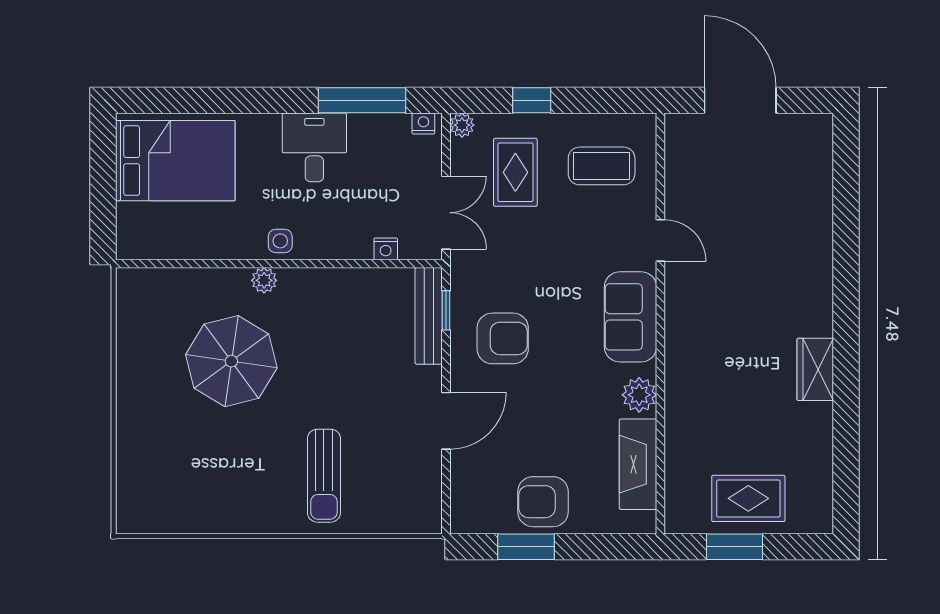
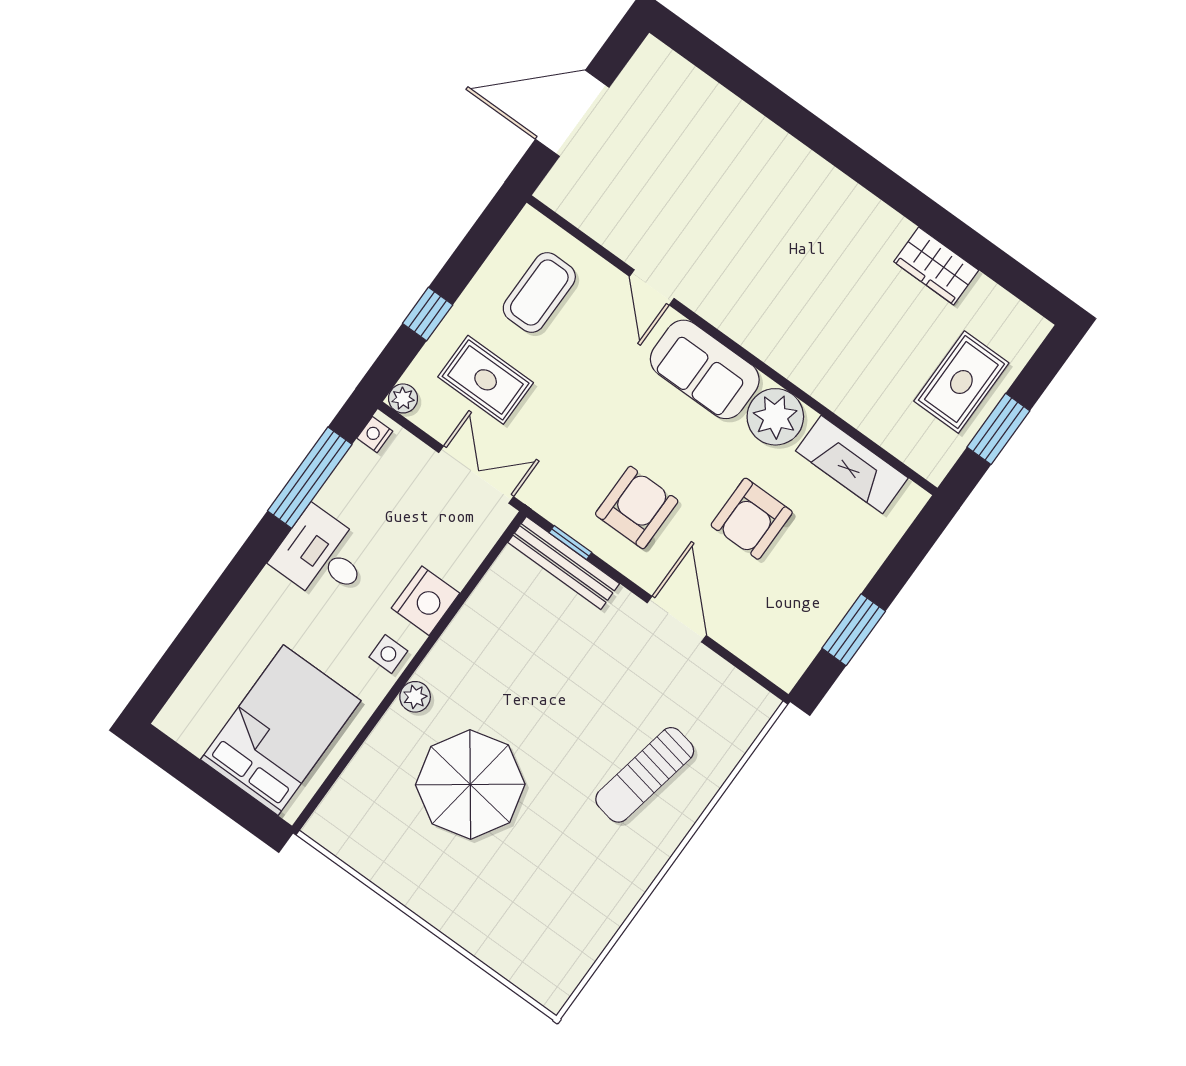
bed: (175, 161) -> (281, 730), moved
door: (660, 240) -> (652, 287), swing flipped
nightstand: (386, 249) -> (426, 601), moved, width x1.89, depth x1.79
wardrobe: (815, 369) -> (936, 266), moved
plant: (639, 395) -> (775, 417), width x1.36, depth x1.36
sun lounger: (324, 476) -> (645, 775), turned 101
armchair: (543, 502) -> (752, 519), moved

